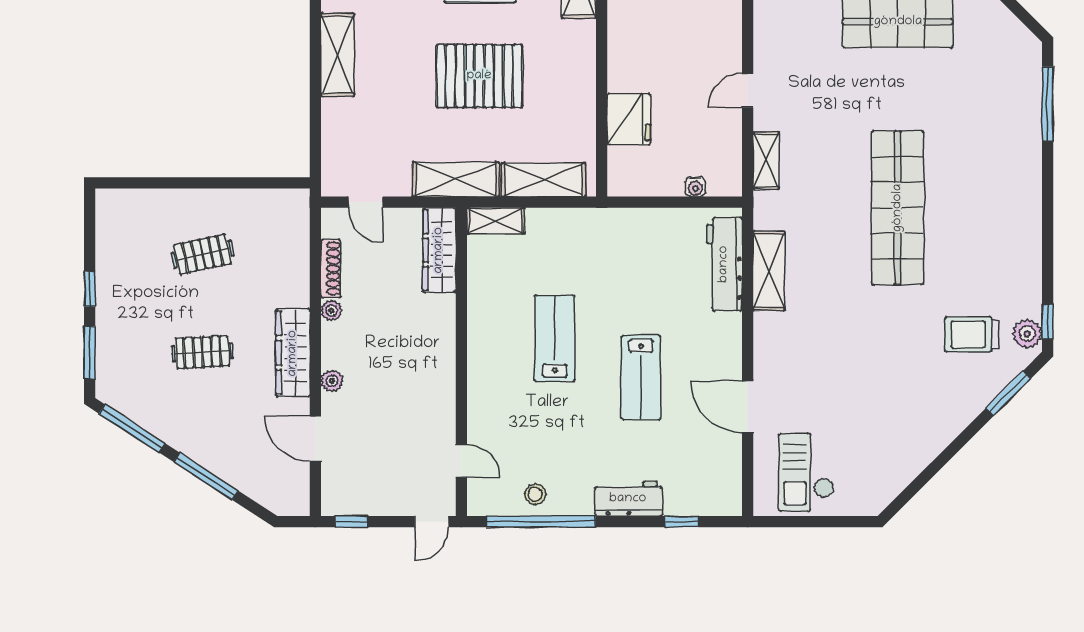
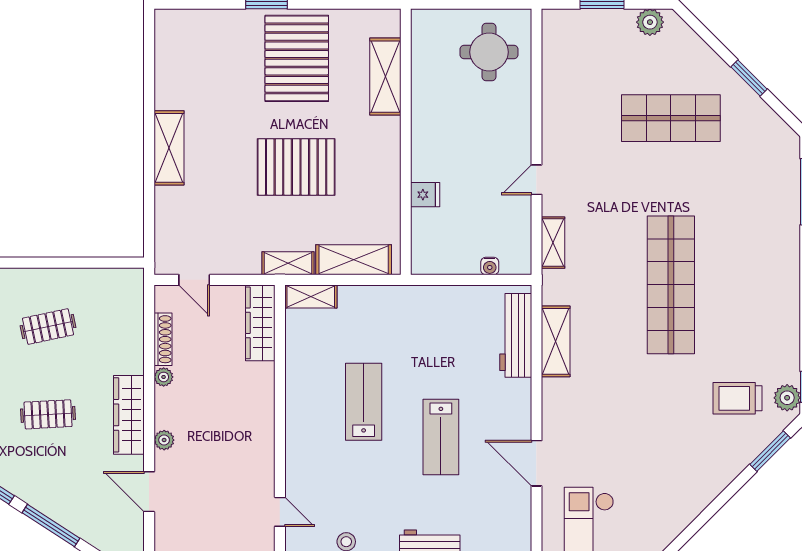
fridge: (629, 119) -> (425, 195), width x0.53, depth x0.75
shelving: (456, 179) -> (288, 263), width x0.67, depth x0.75

